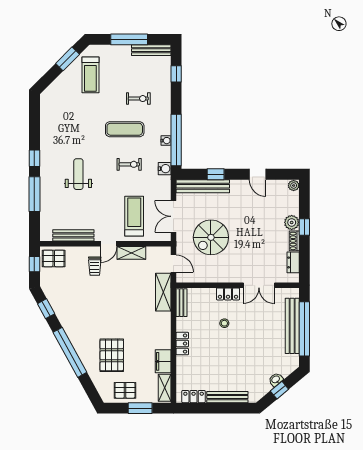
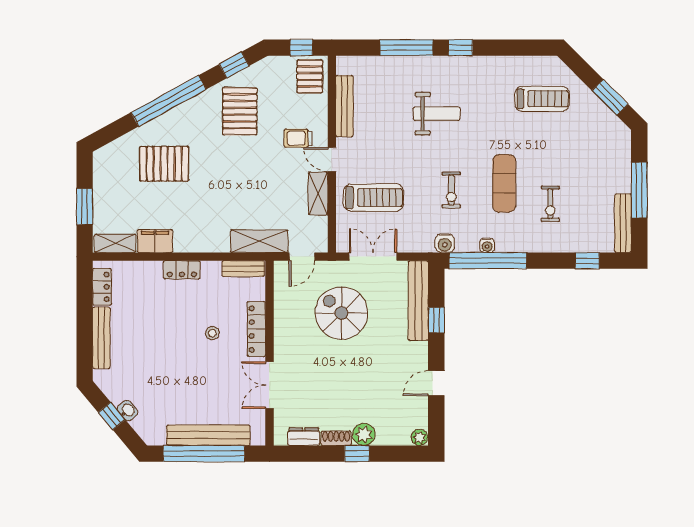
treadmill: (90, 75) -> (542, 99), moved, turned 180
locker: (228, 294) -> (256, 329), width x1.53
pallet: (125, 390) -> (240, 111), moved, width x1.50, depth x1.42

